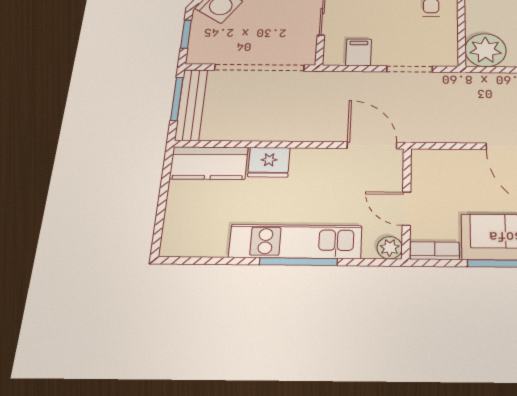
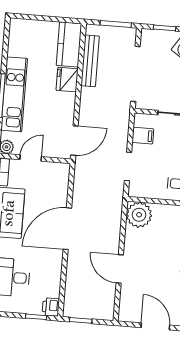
bench: (191, 105) -> (90, 61), moved, turned 90

